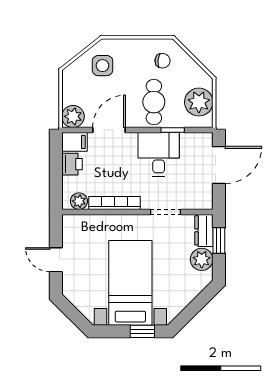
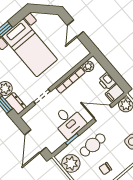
cafe table: (154, 102) -> (93, 145), turned 90
door: (109, 130) -> (103, 113), swing flipped
door: (56, 260) -> (75, 29), swing flipped

